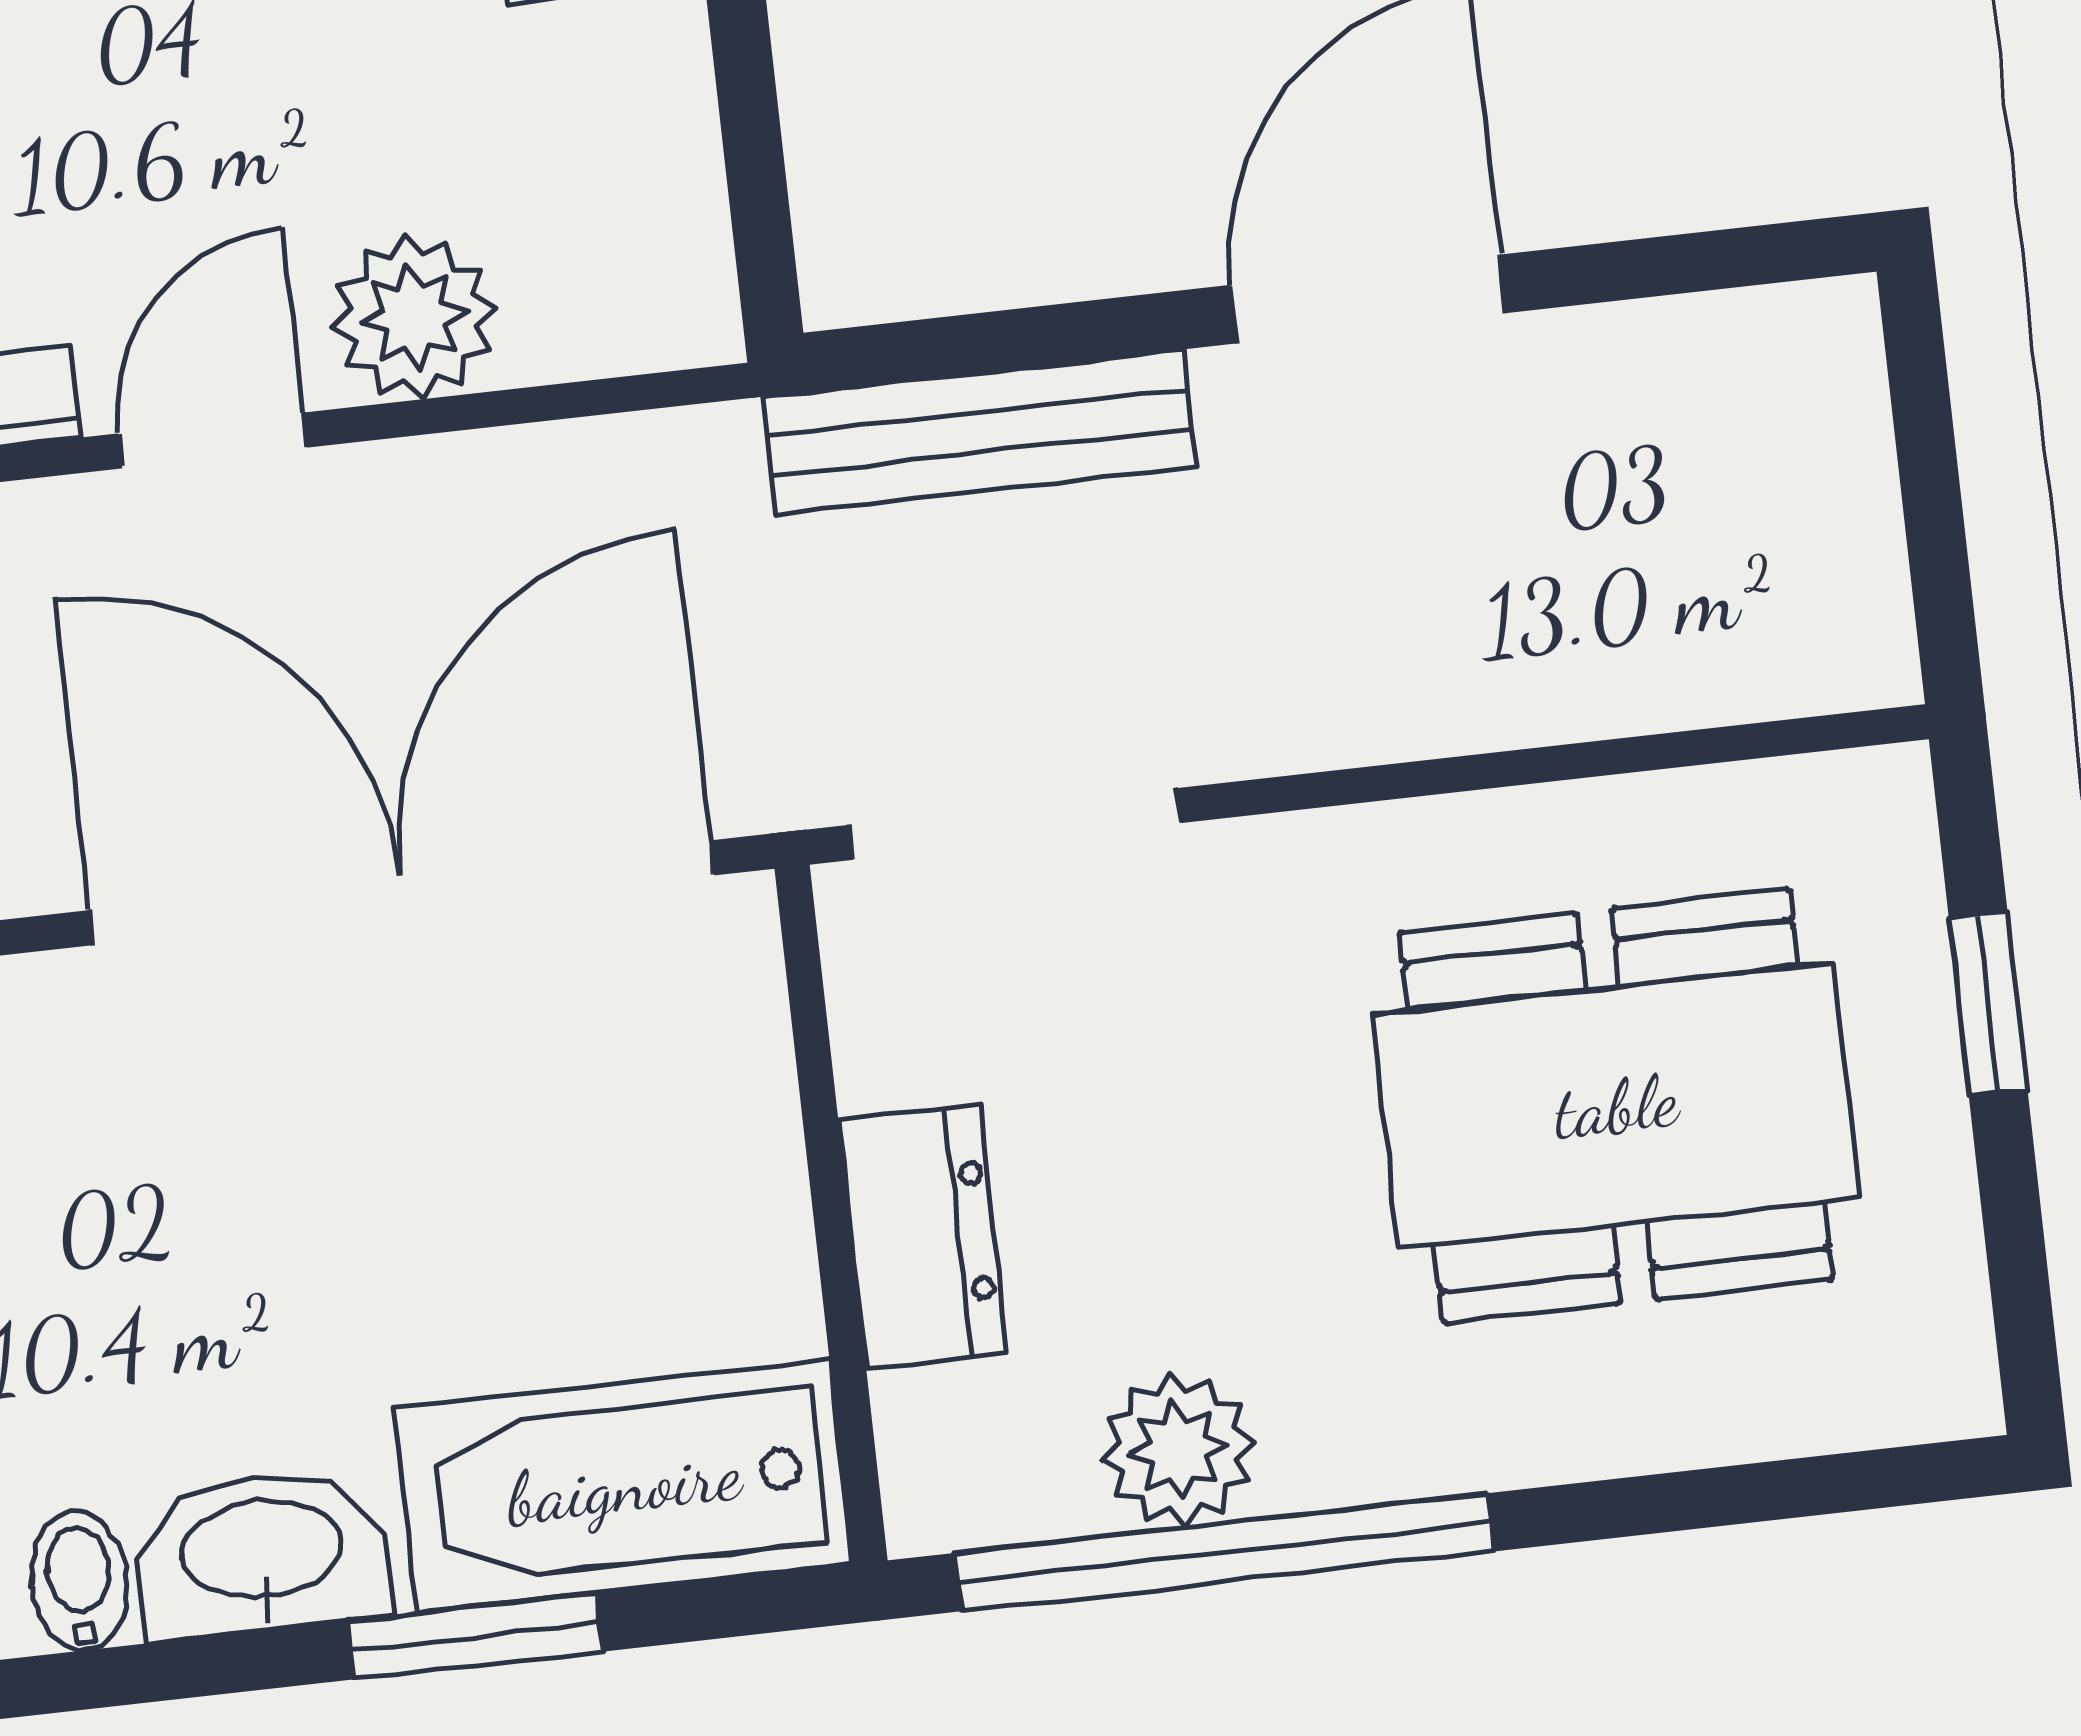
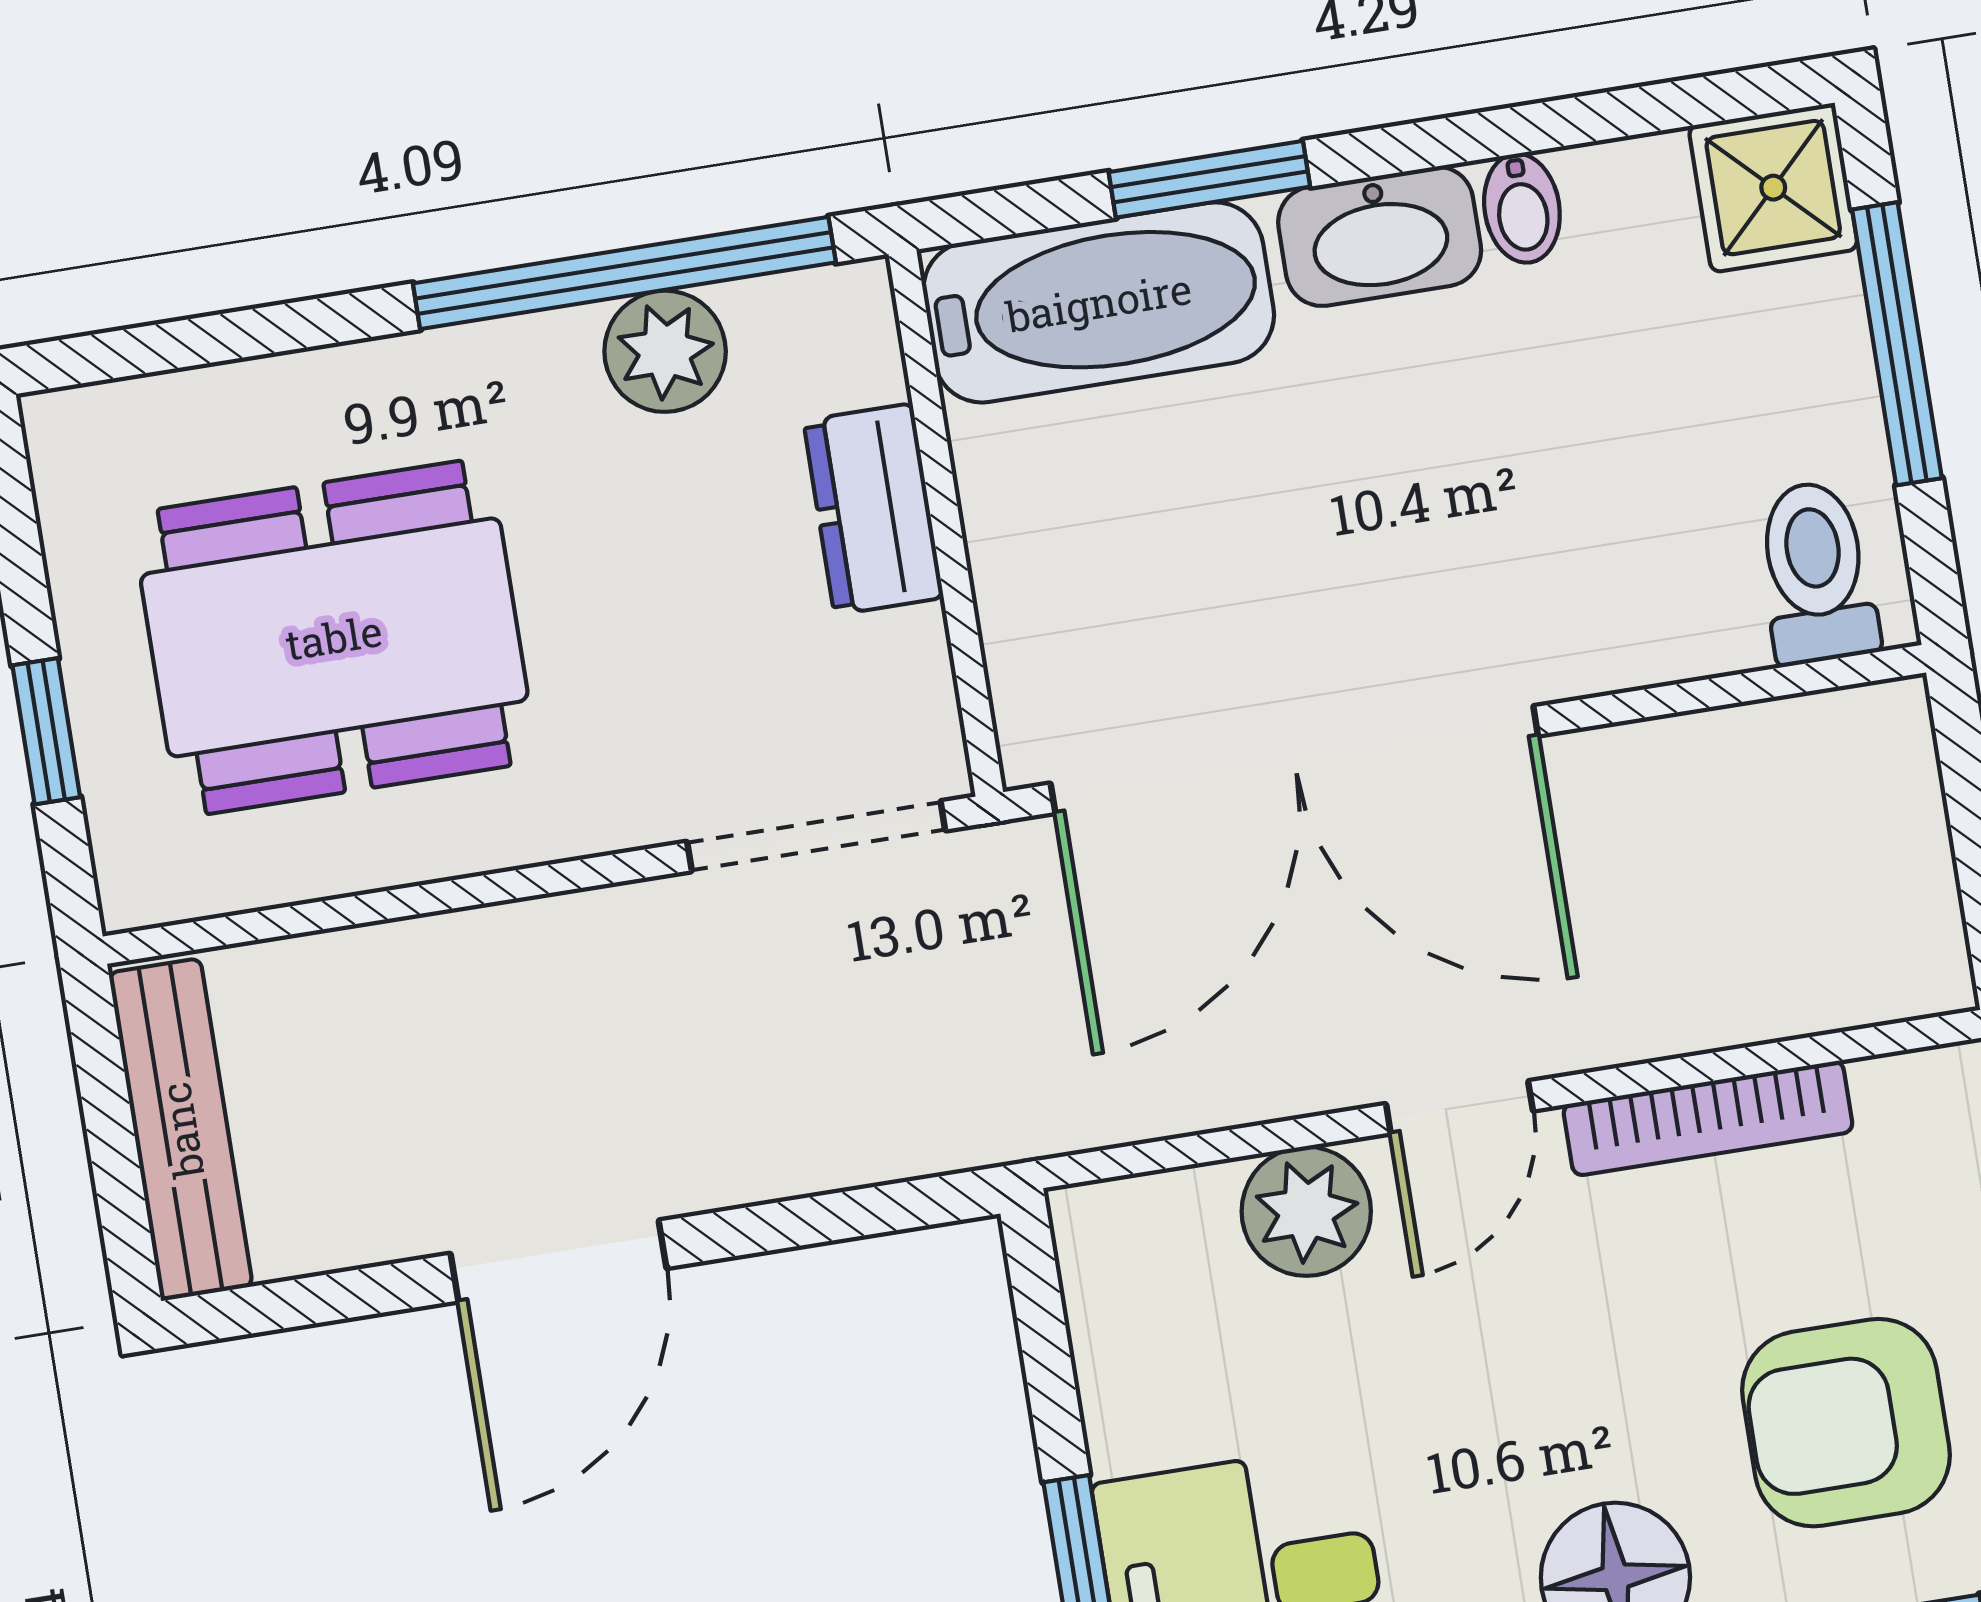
bench: (979, 432) -> (181, 1130), moved, turned 90

